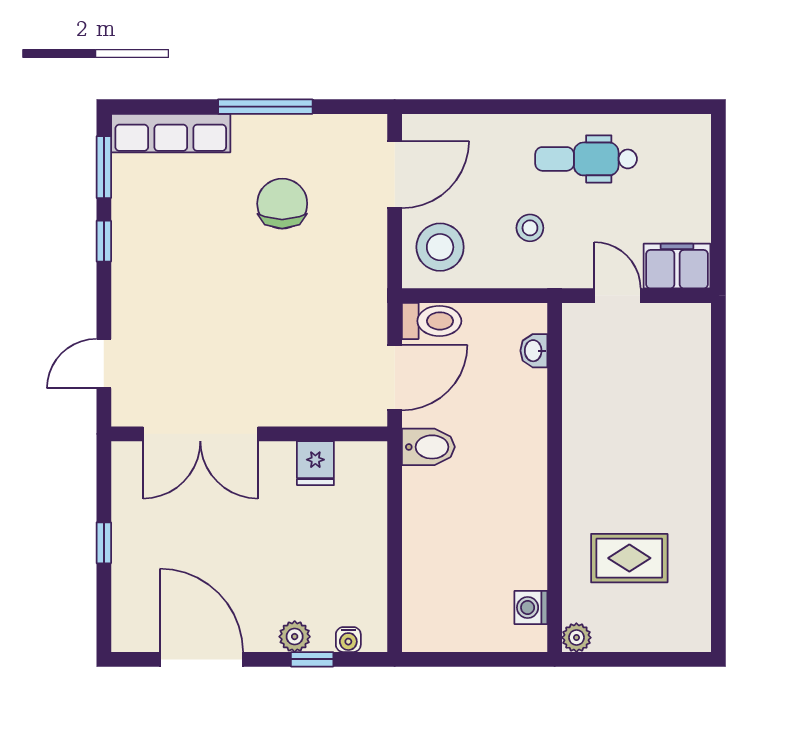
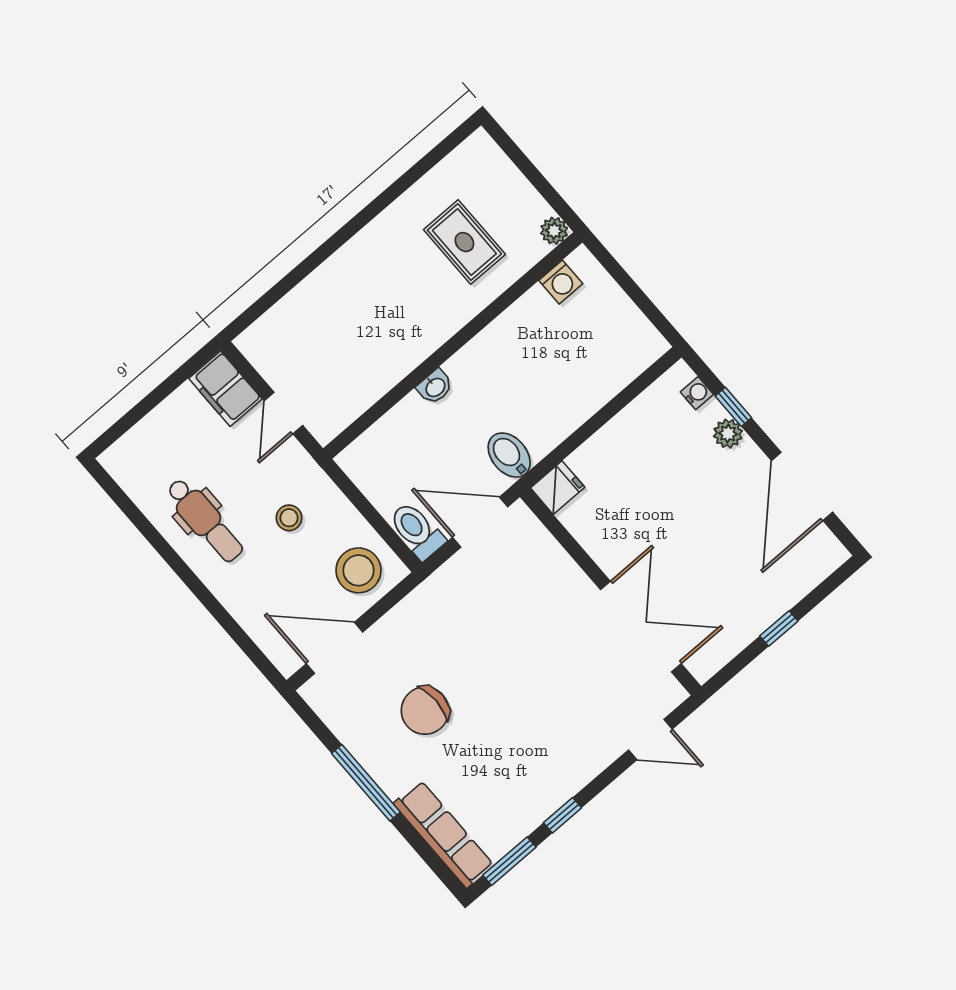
washbasin: (534, 351) -> (435, 387), moved
fridge: (315, 463) -> (558, 488), moved

